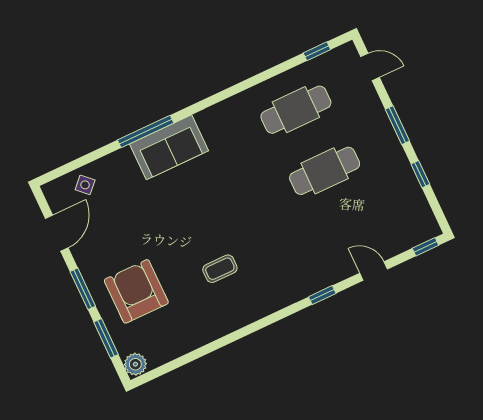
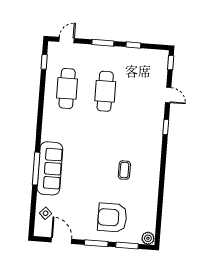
sofa: (169, 147) -> (50, 168), width x1.36
door: (374, 271) -> (168, 95), swing flipped

